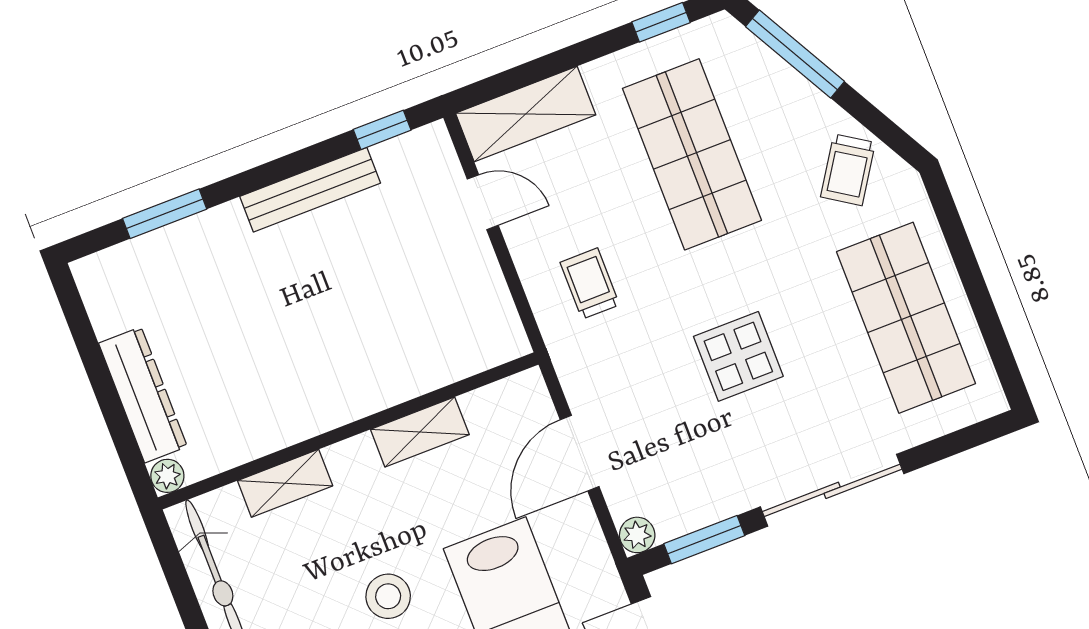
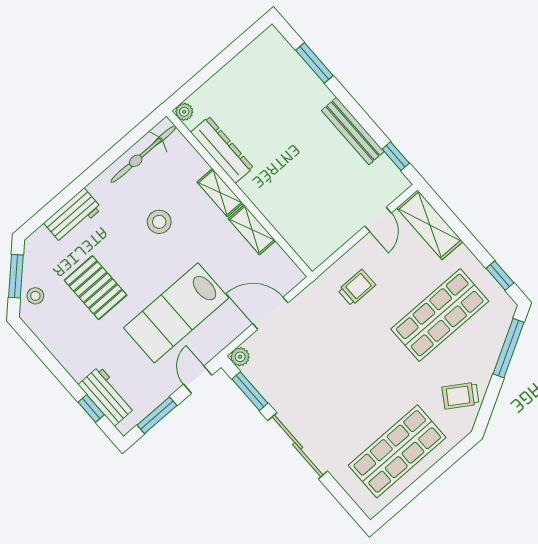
display table: (738, 356) -> (347, 375), removed
dresser: (143, 395) -> (222, 150), moved, turned -90
shelving: (285, 483) -> (220, 193), moved
stool: (388, 596) -> (159, 222), moved

